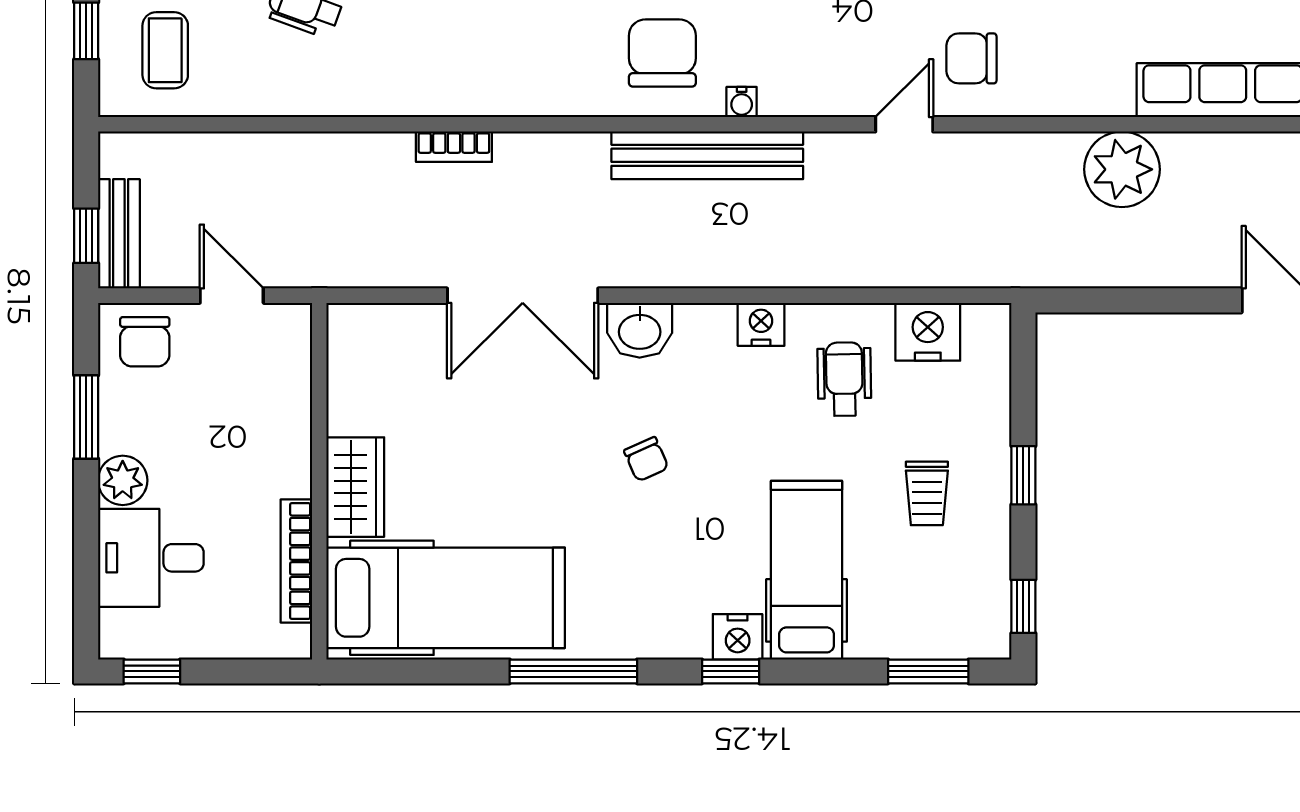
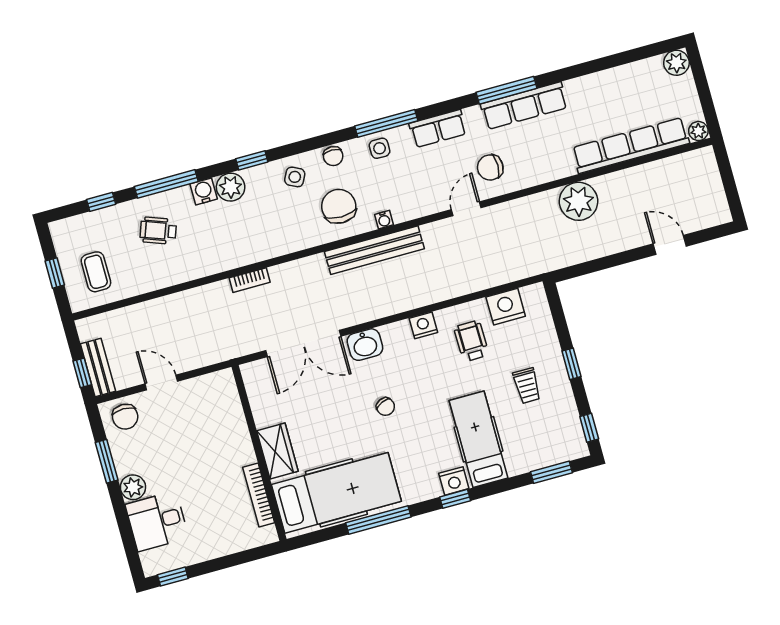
wall: (319, 481) -> (259, 453), moved
wardrobe: (355, 487) -> (277, 451), moved
bookcase: (296, 561) -> (259, 495), moved
hospital bed: (446, 598) -> (336, 493), moved

